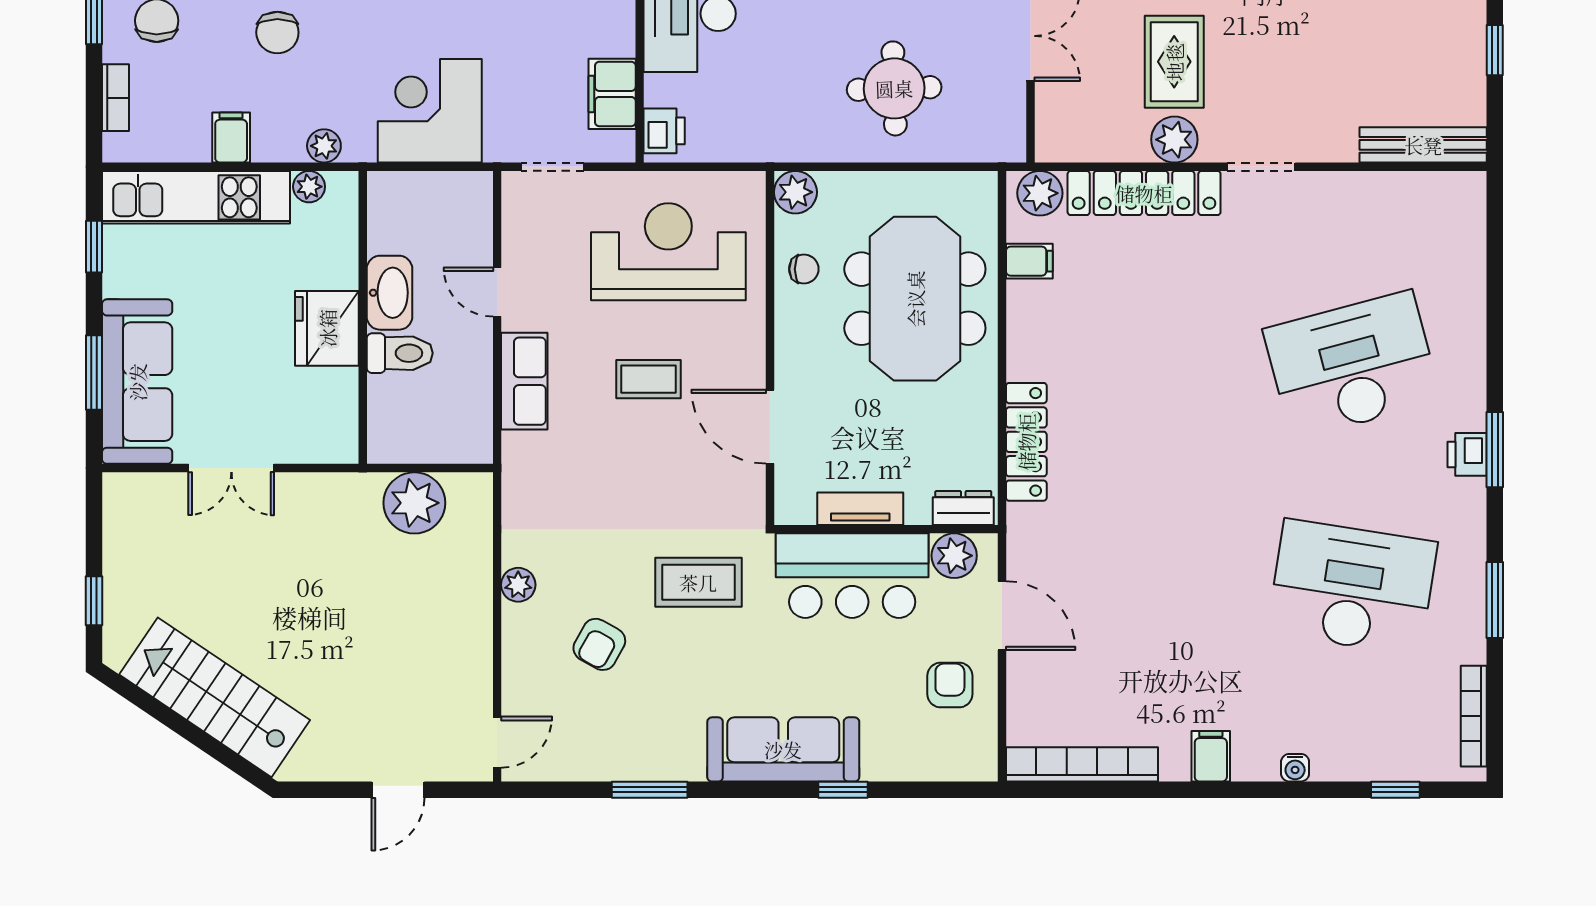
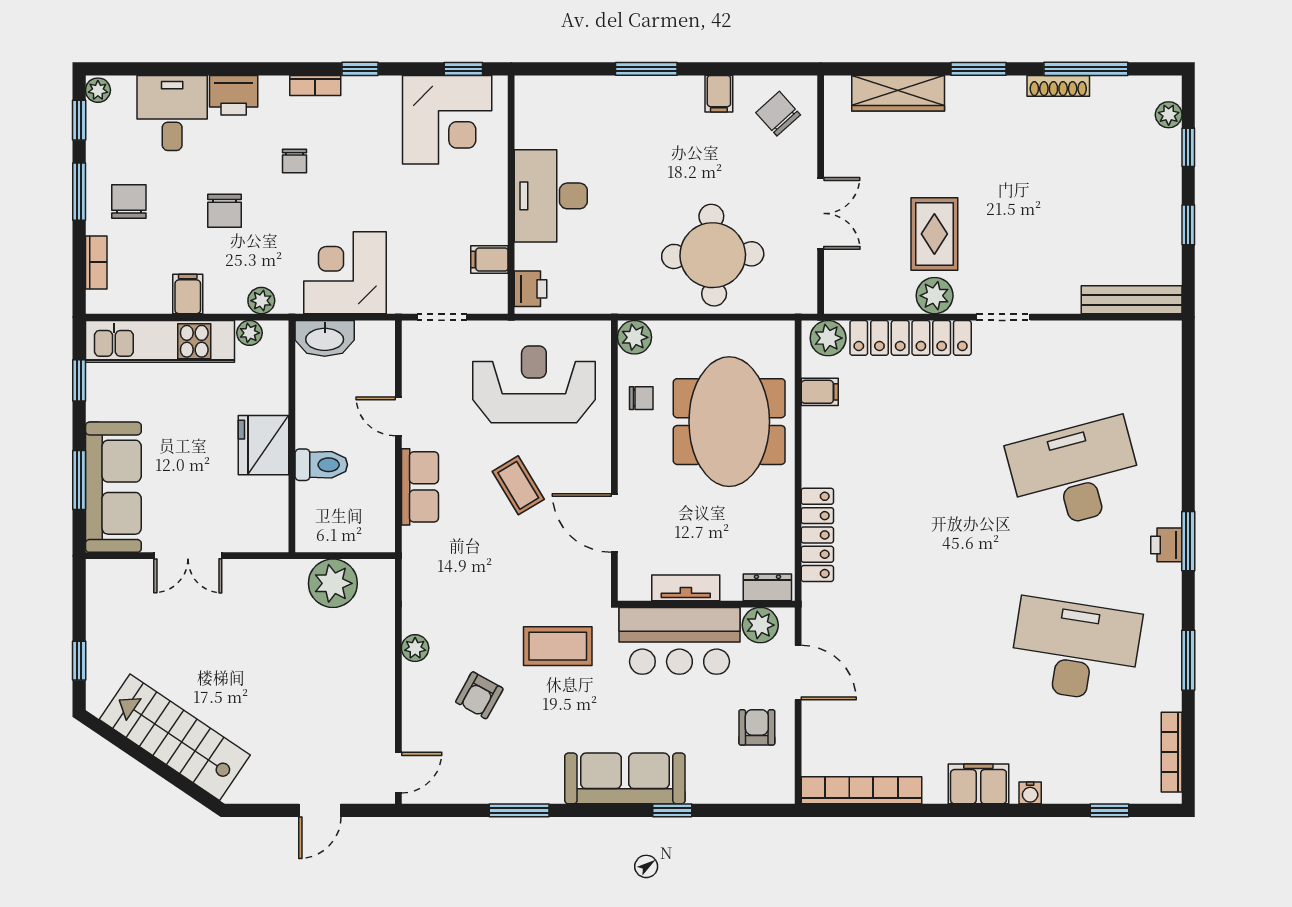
round table: (894, 88) -> (713, 255), width x1.36, depth x1.36
filing cabinet: (612, 94) -> (489, 260), width x0.50
washbasin: (389, 293) -> (325, 338), moved, turned 90
coffee table: (649, 379) -> (518, 485), turned 59
filing cabinet: (1211, 756) -> (978, 784), width x2.00

